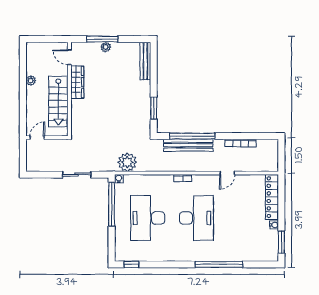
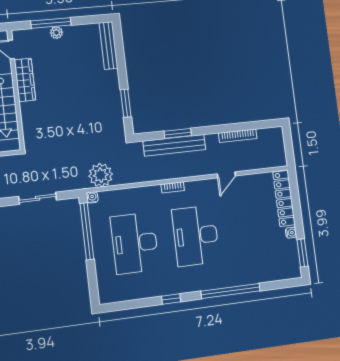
window: (192, 136) -> (178, 133), width x0.47
desk: (196, 218) -> (196, 236), turned 180
window: (131, 264) -> (171, 299), moved

